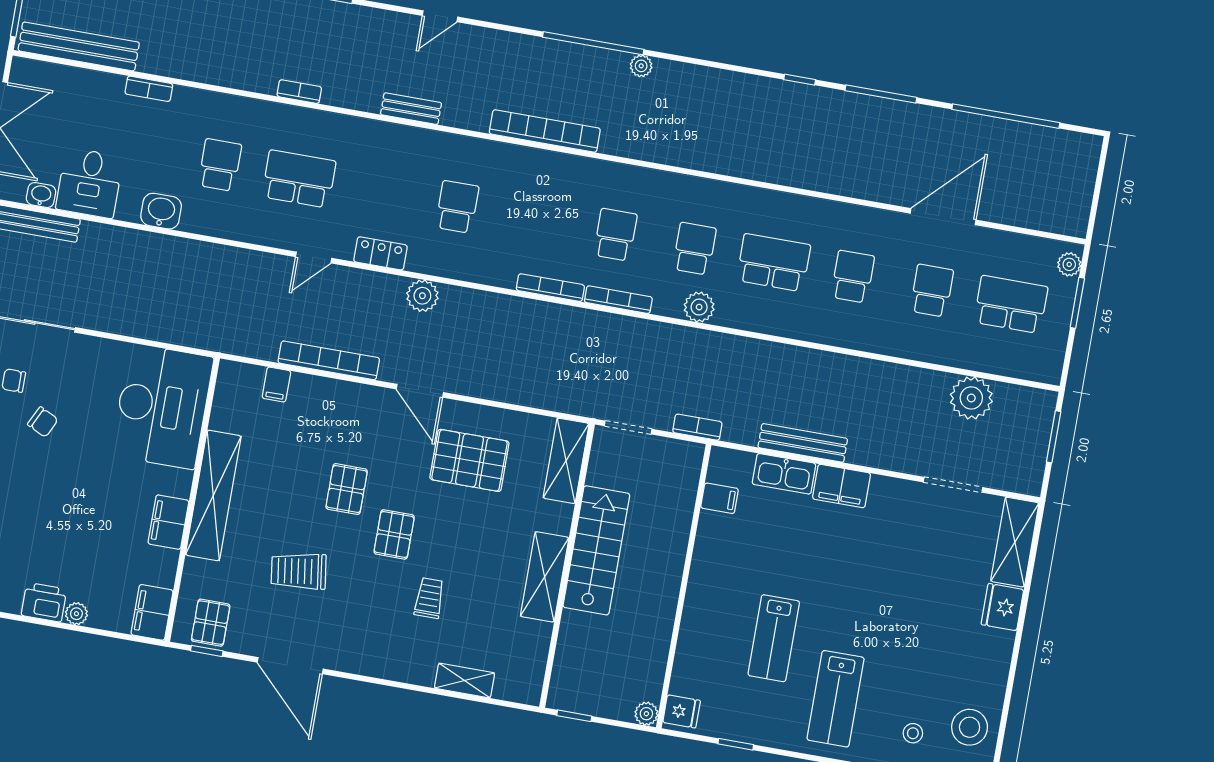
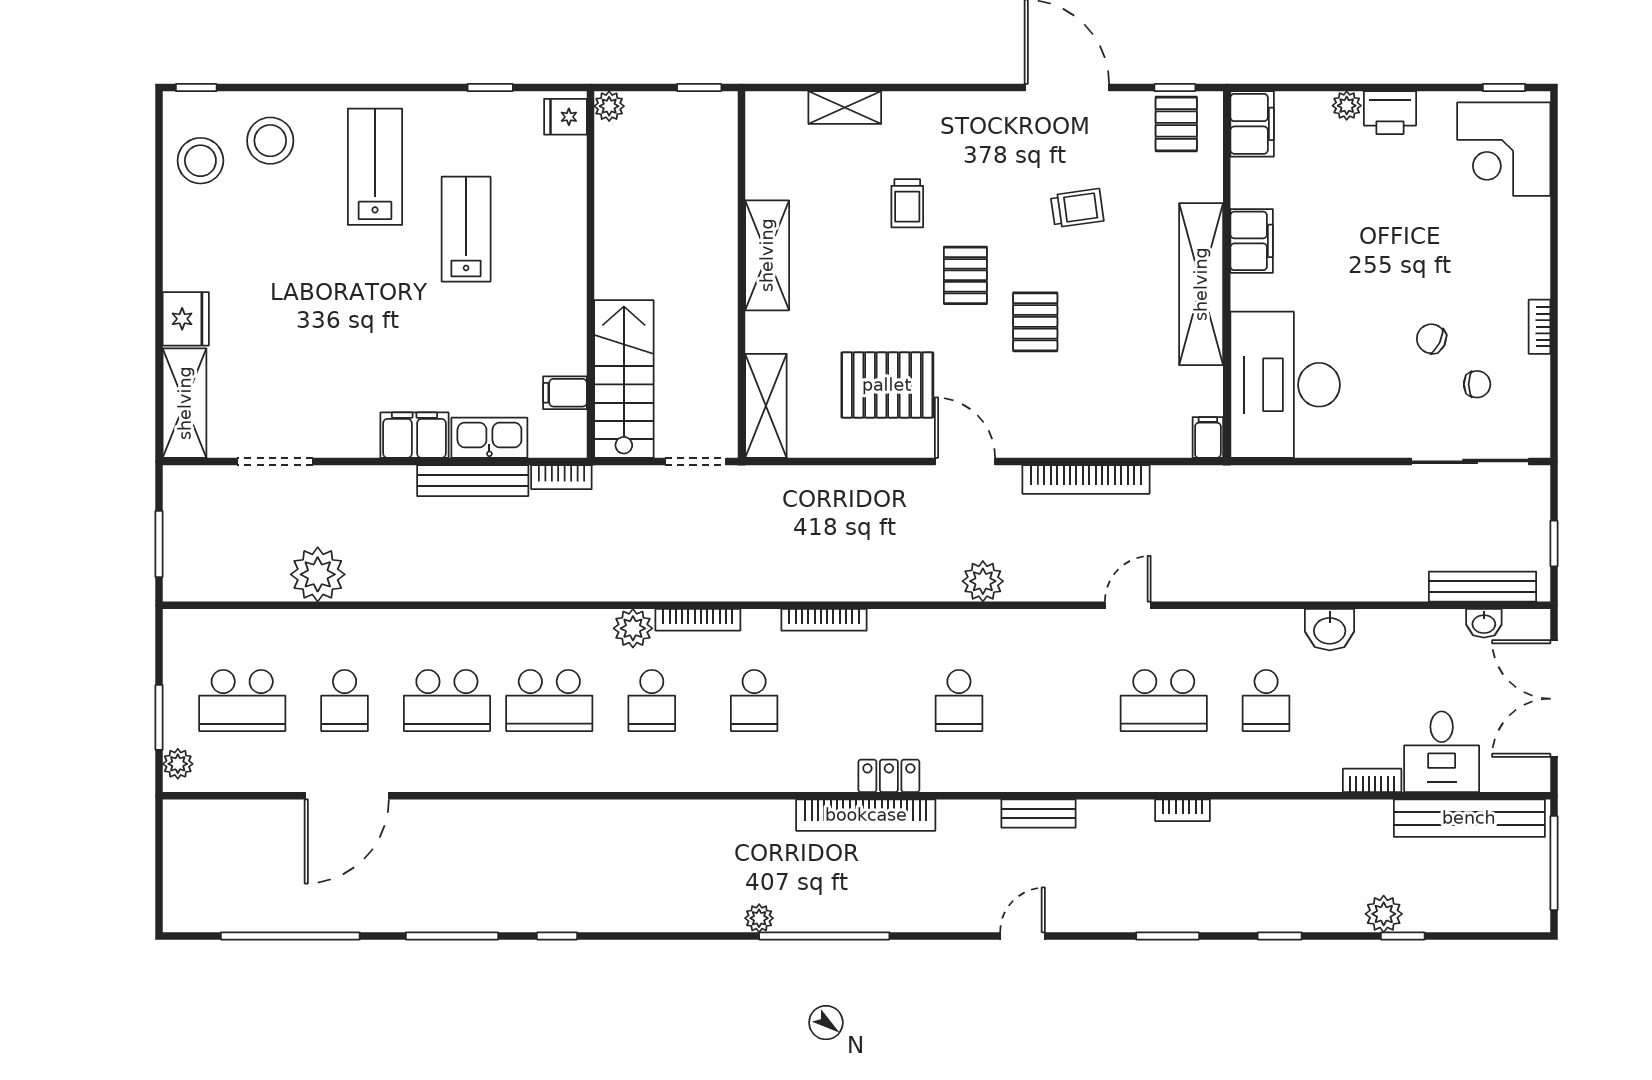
desk: (89, 183) -> (1442, 752), moved, turned 180
locker: (381, 253) -> (889, 776), moved, turned 180
school desk: (853, 277) -> (447, 700), width x1.85
bookcase: (618, 300) -> (698, 620), moved
filing cabinet: (276, 385) -> (1208, 437), moved
plant: (971, 398) -> (318, 574), moved
bookcase: (697, 427) -> (561, 477), moved
stairs: (596, 550) -> (624, 379), moved, turned 180
trolley: (299, 571) -> (1077, 208), width x0.73, depth x0.72
stool: (913, 733) -> (270, 141), width x1.89, depth x1.89

